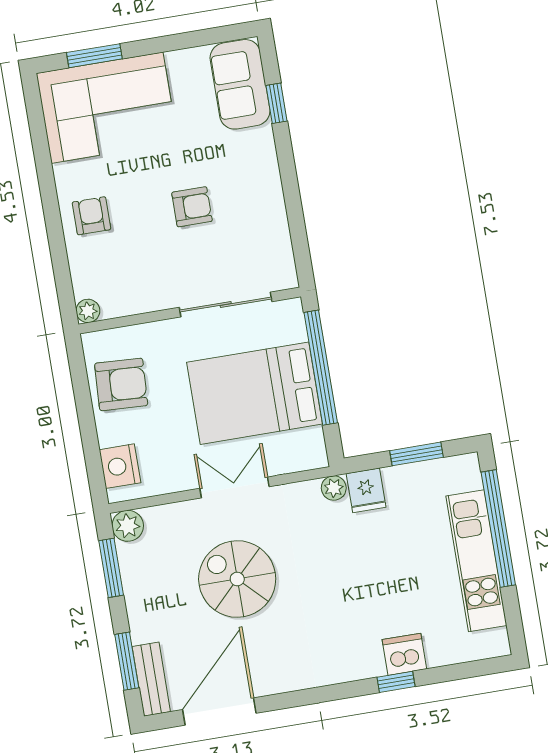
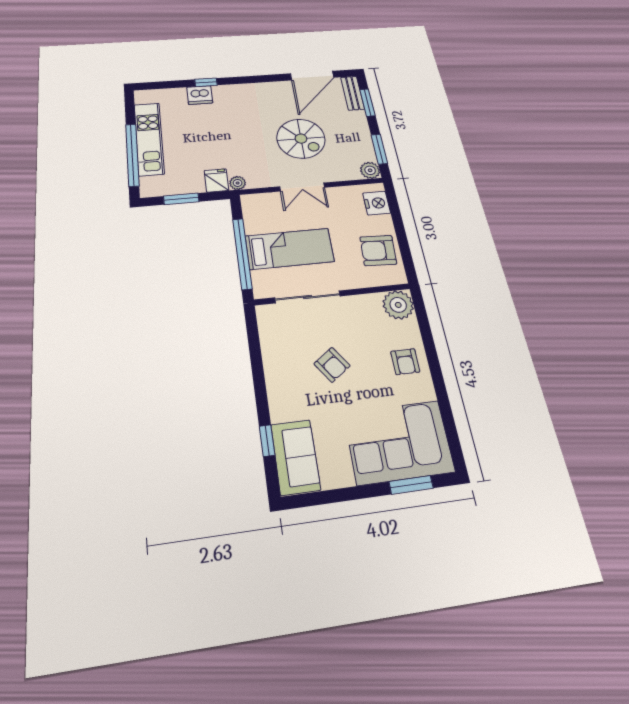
armchair: (192, 207) -> (332, 365), turned -125
plant: (88, 311) -> (398, 305), width x1.88, depth x1.88
bed: (255, 393) -> (290, 249), width x0.67

